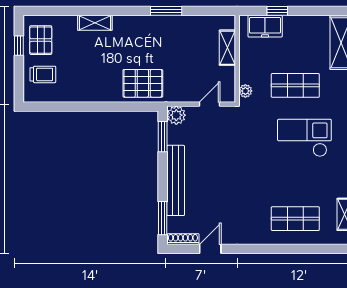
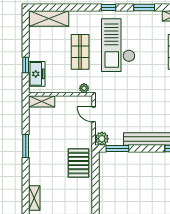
shelving: (227, 48) -> (42, 101), moved
checkout: (304, 138) -> (118, 45), width x1.36, depth x1.21

